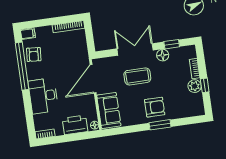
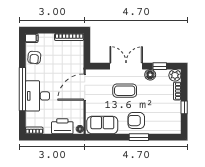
window: (22, 66) -> (22, 89), moved
plant: (195, 86) -> (175, 75), moved
armchair: (155, 107) -> (136, 121), turned 180
sofa: (109, 110) -> (102, 125), moved, turned -90

